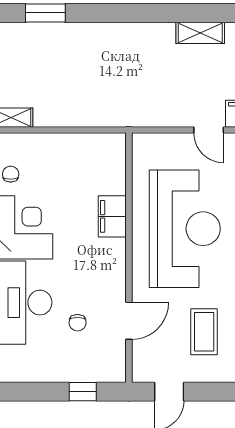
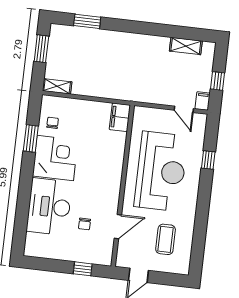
filing cabinet: (112, 216) -> (120, 117), moved

